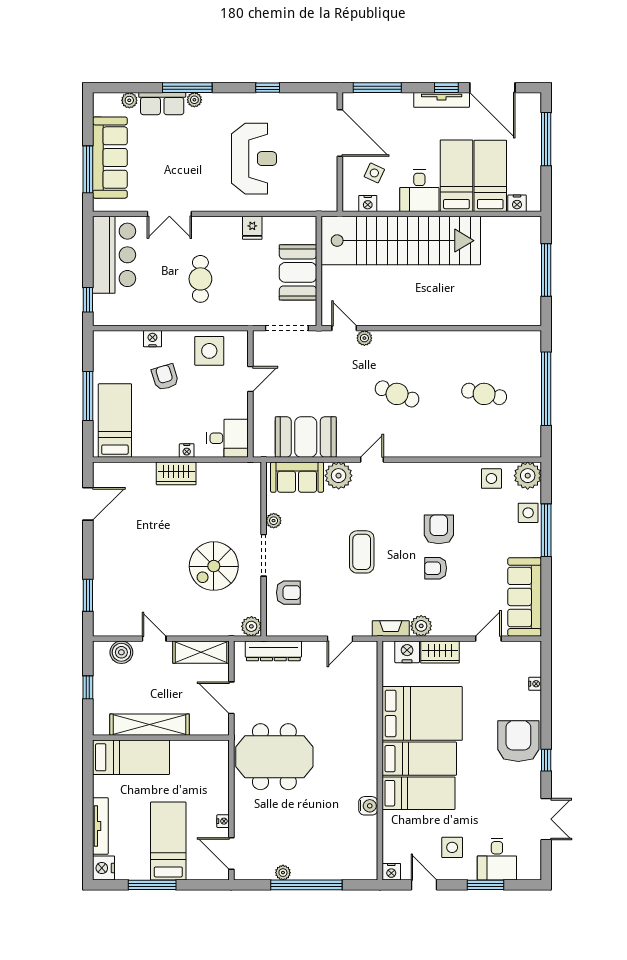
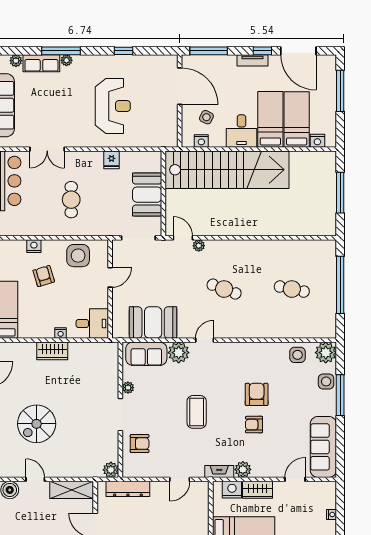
tv unit: (442, 100) -> (252, 60), width x0.71
spiral stairs: (214, 566) -> (37, 424), moved

